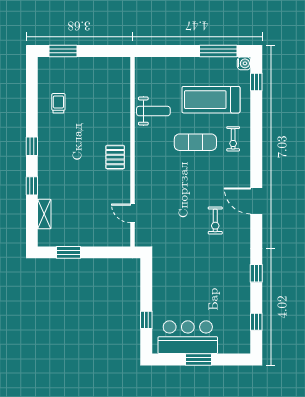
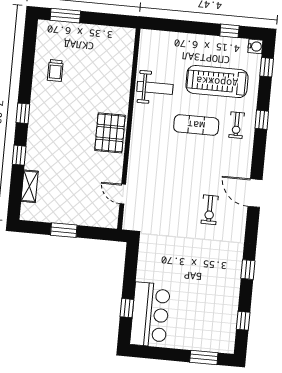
window: (218, 51) -> (229, 31), width x0.46
trolley: (58, 103) -> (55, 70), turned 180
window: (256, 132) -> (262, 120), added
pallet: (115, 157) -> (110, 133), width x1.50, depth x1.42
window: (69, 252) -> (64, 230), moved
bar counter: (188, 337) -> (150, 315), moved, turned 90
window: (198, 359) -> (204, 357), moved

